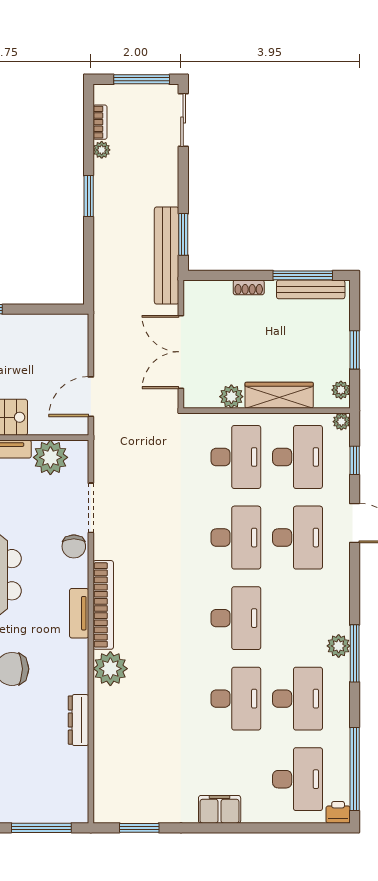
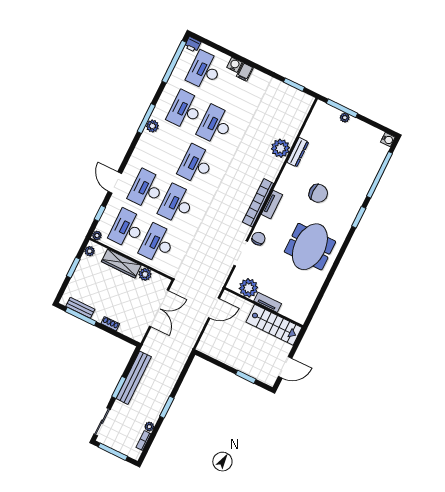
window: (183, 234) -> (119, 387), moved
bench: (167, 256) -> (134, 378), moved
bench: (311, 289) -> (80, 308), width x0.73
plant: (110, 669) -> (280, 148), moved
filing cabinet: (220, 809) -> (245, 72), width x0.50
water cooler: (253, 813) -> (234, 65), added
plant: (29, 815) -> (345, 118), added

